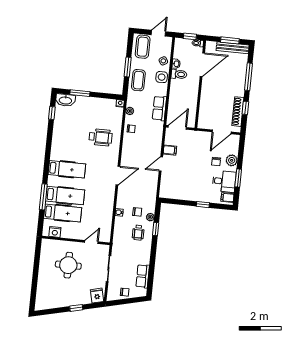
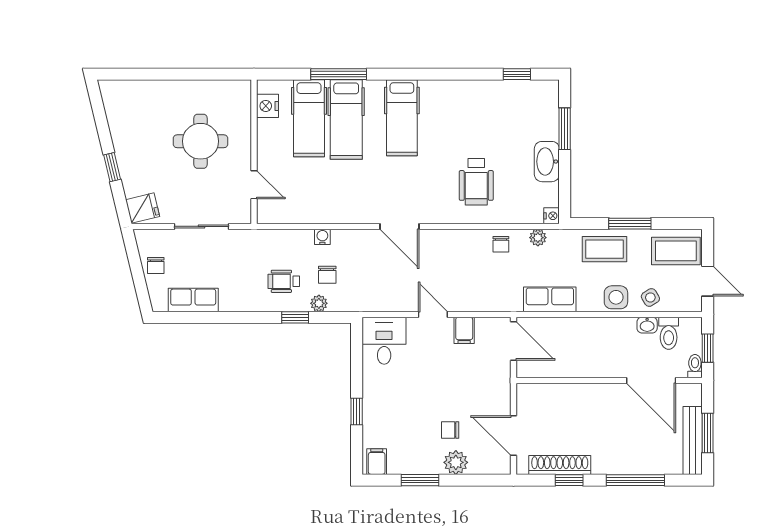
toilet: (179, 74) -> (669, 333), moved
washbasin: (65, 100) -> (547, 162), moved
desk: (224, 181) -> (384, 341), moved, turned 180

